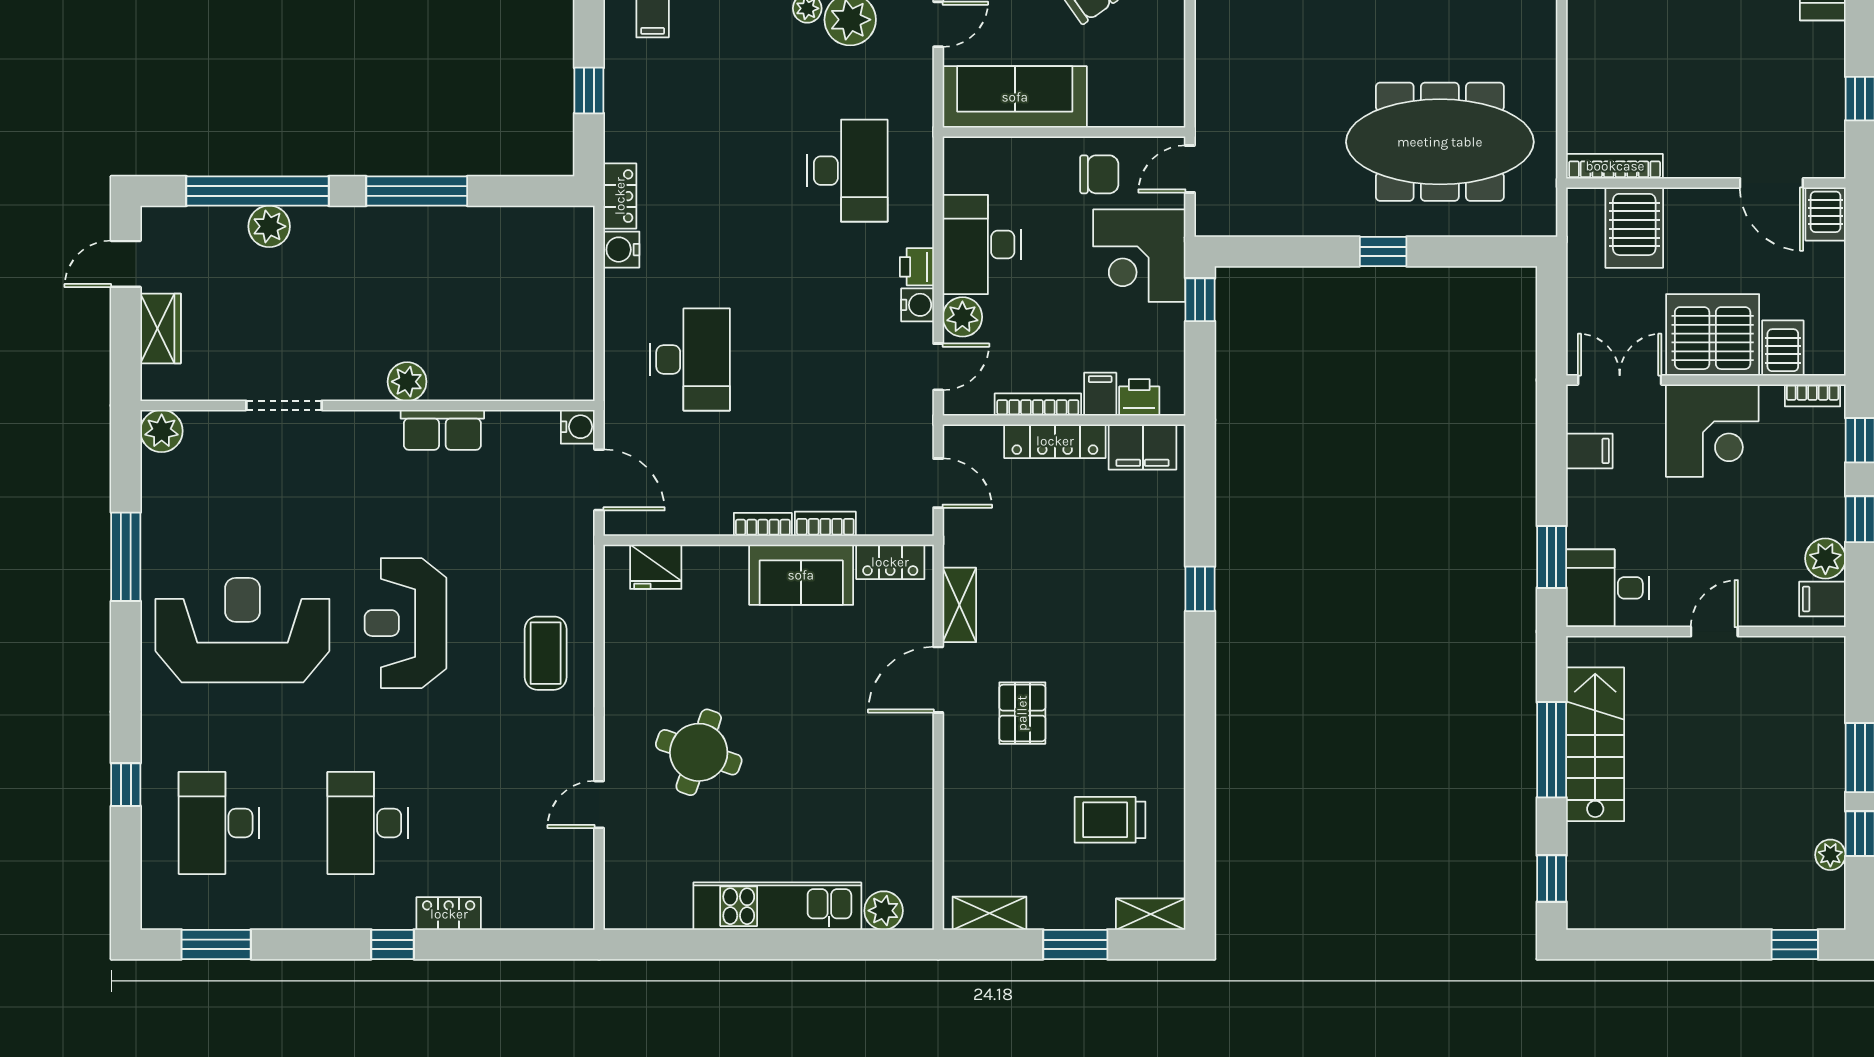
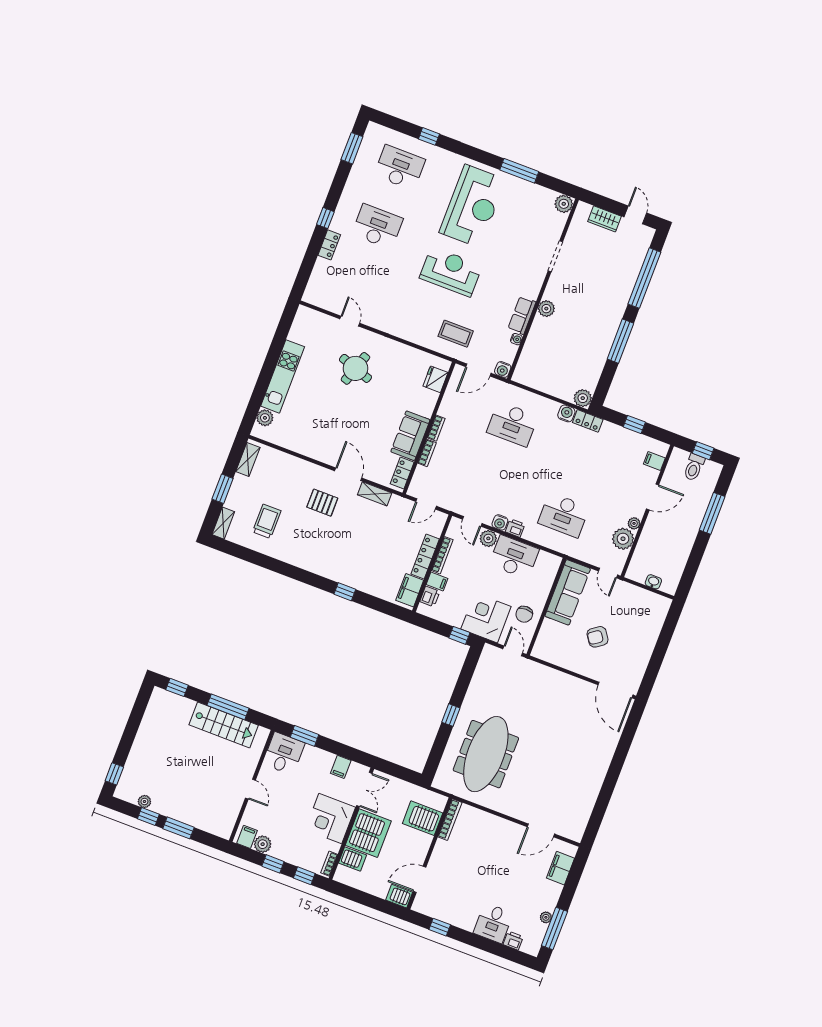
plant: (269, 226) -> (583, 398), moved
water cooler: (499, 422) -> (516, 339), added
coffee table: (546, 653) -> (456, 334), moved

